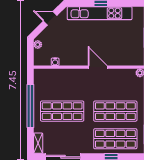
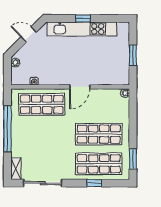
door: (98, 67) -> (80, 87), swing flipped
shop shelf: (62, 111) -> (42, 104), moved

